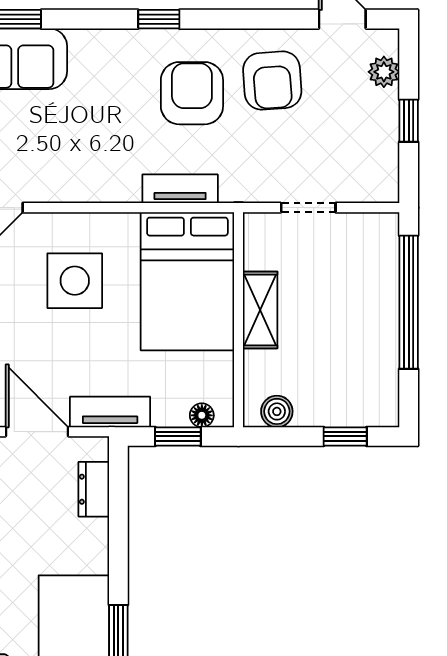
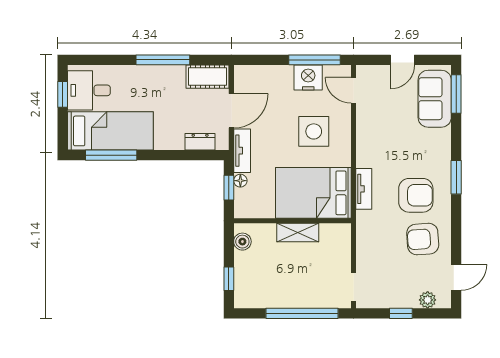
window: (159, 19) -> (456, 177), width x1.50
doorway: (308, 208) -> (354, 287), moved
floor lamp: (202, 415) -> (240, 181), moved

